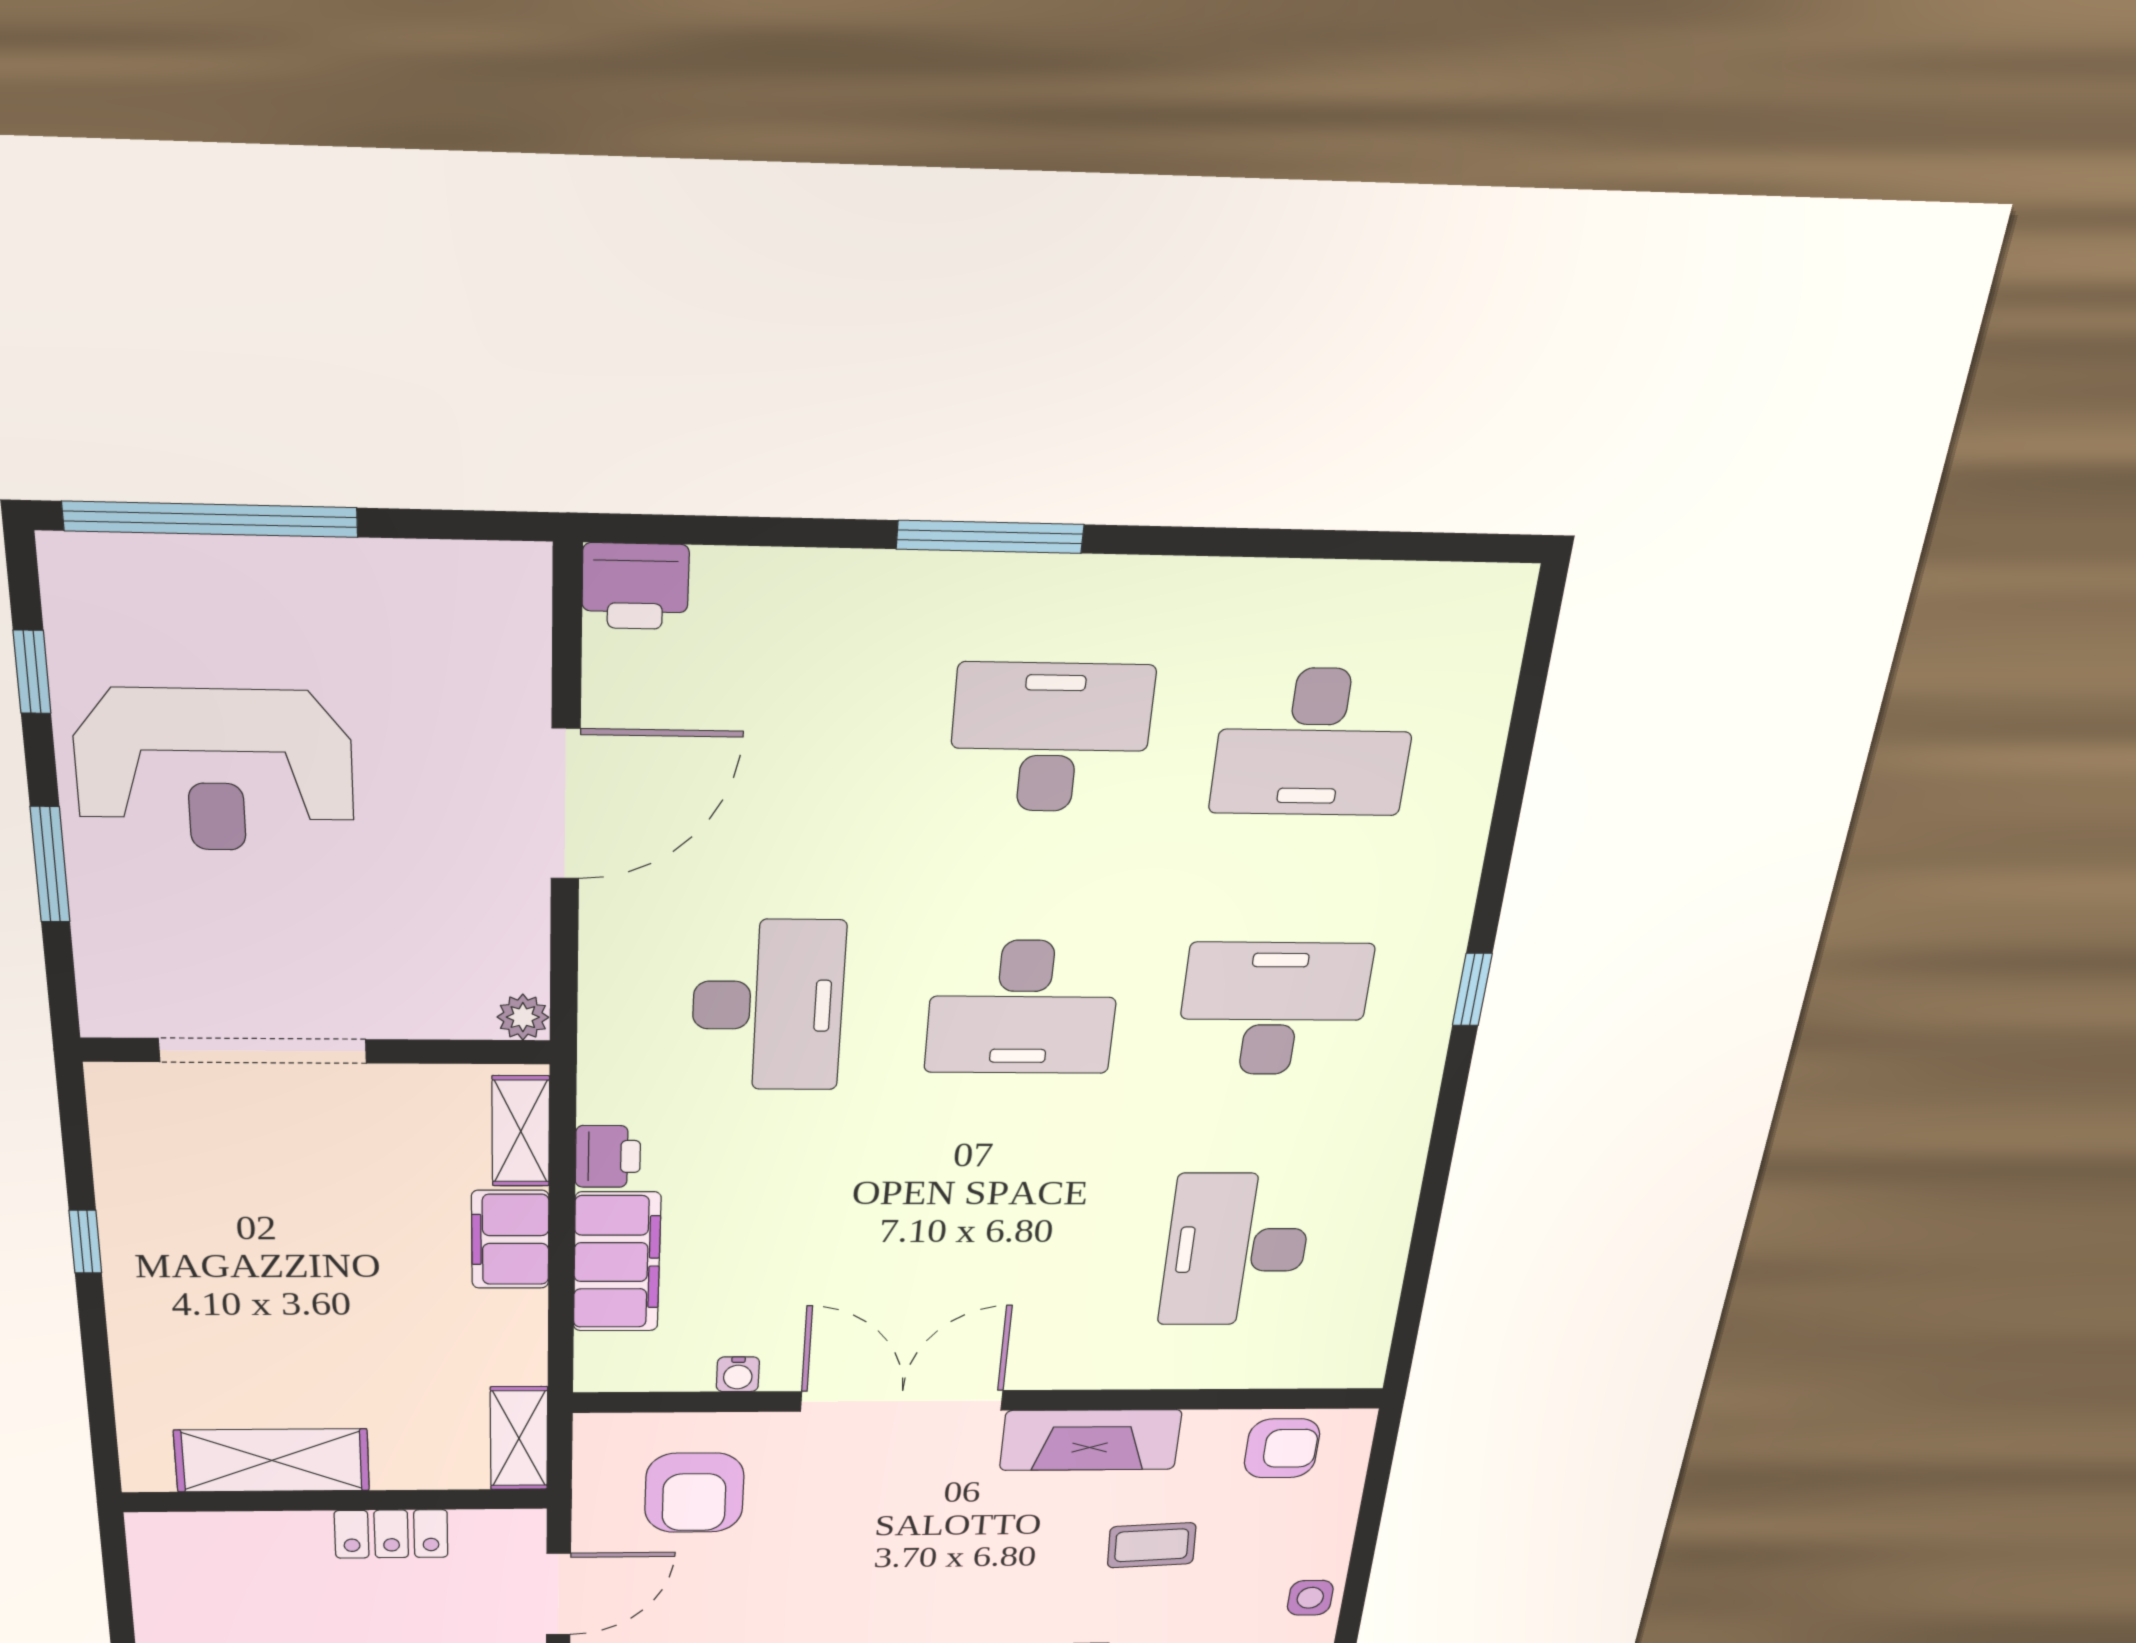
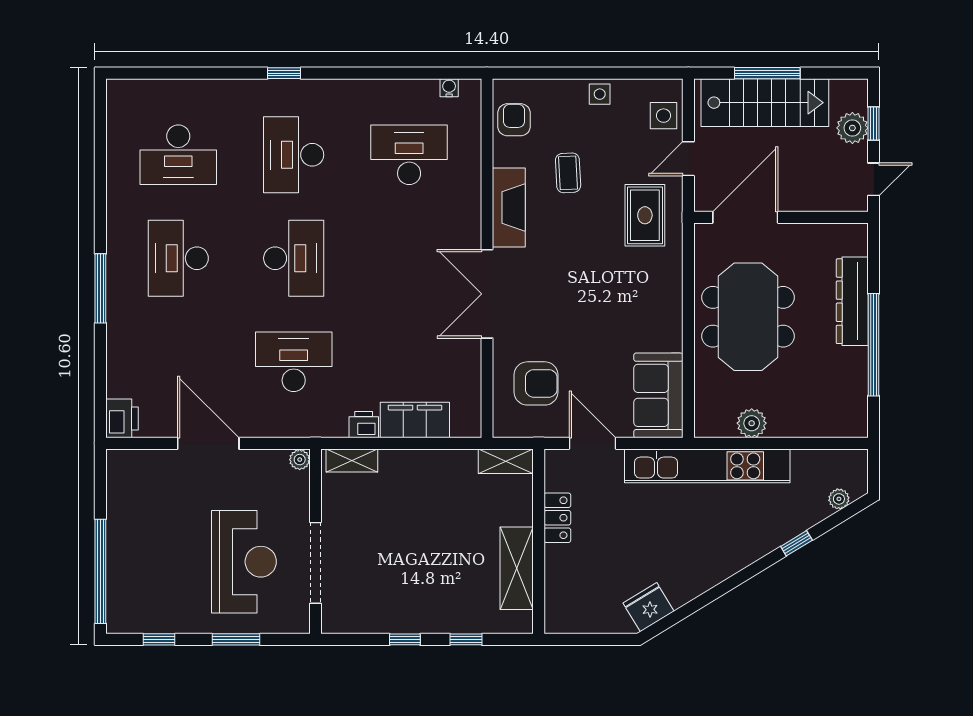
desk: (1314, 742) -> (178, 155), turned 90
reception desk: (214, 770) -> (244, 562), moved
filing cabinet: (510, 1239) -> (404, 465), removed
desk: (1236, 1250) -> (409, 155), turned 180
window: (97, 1365) -> (466, 639), added
water cooler: (738, 1374) -> (449, 88), moved, turned -90

